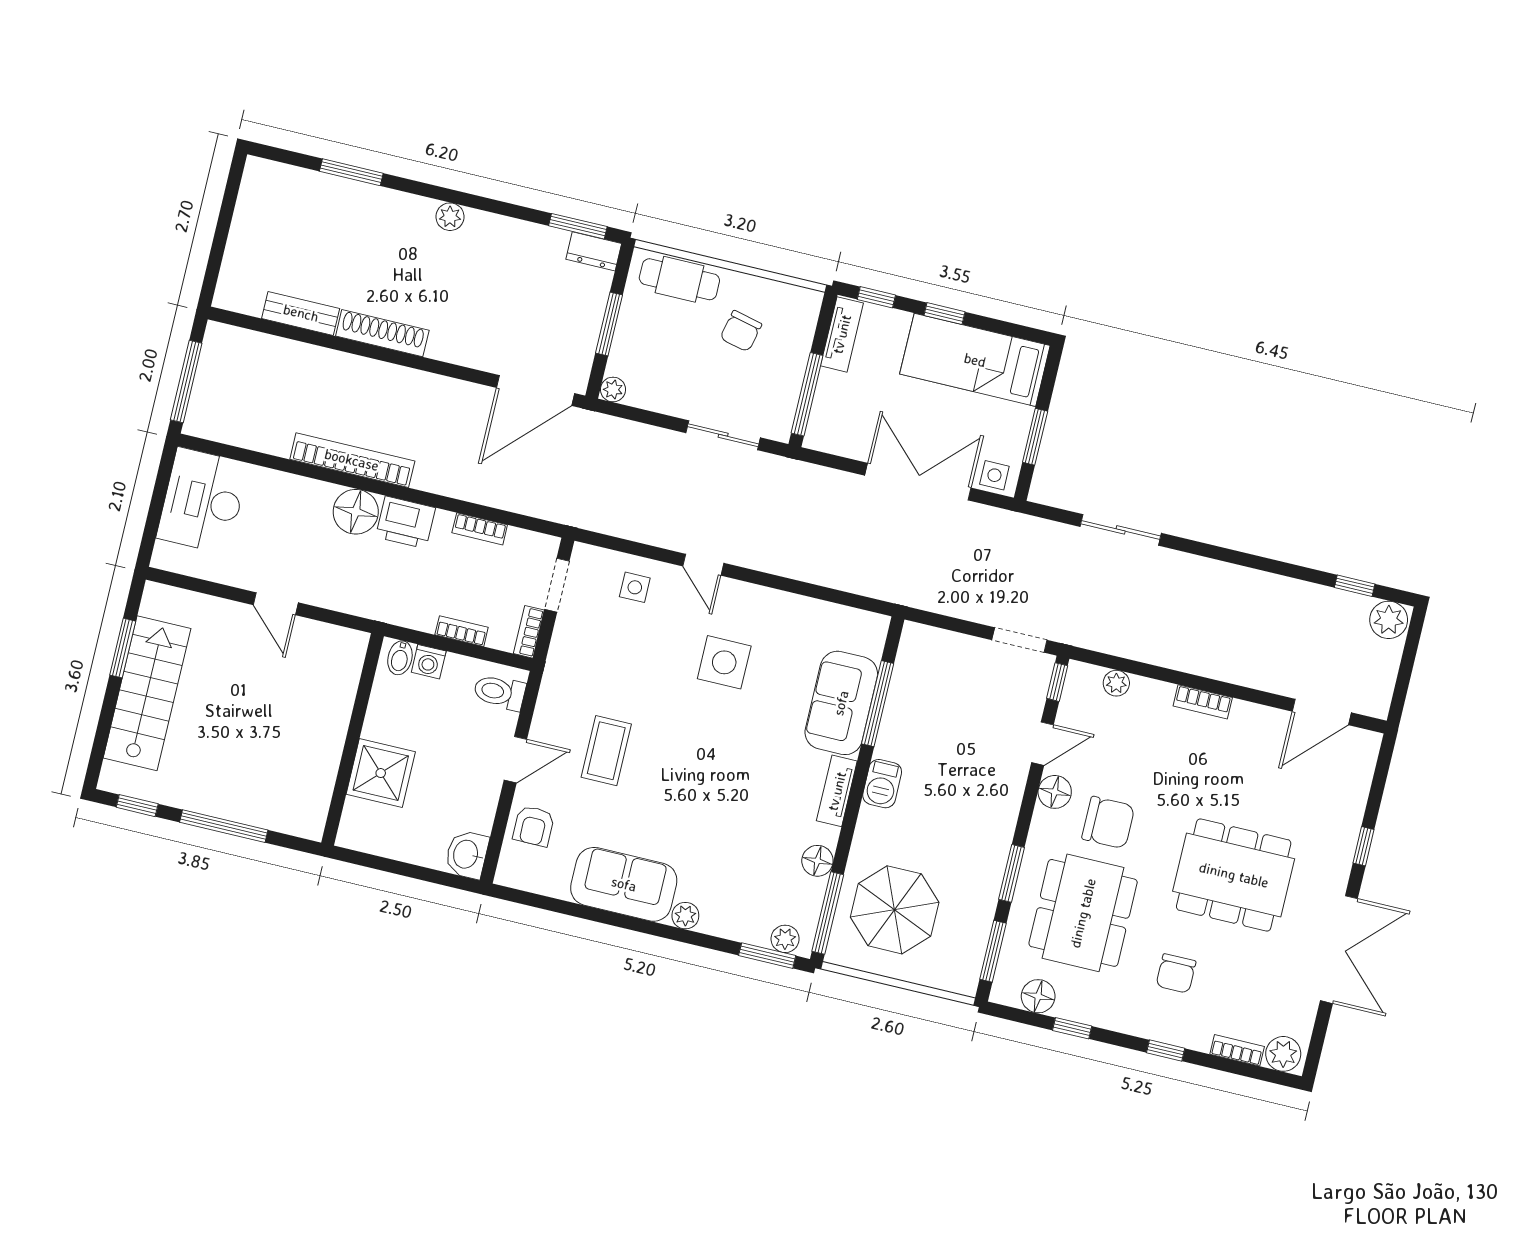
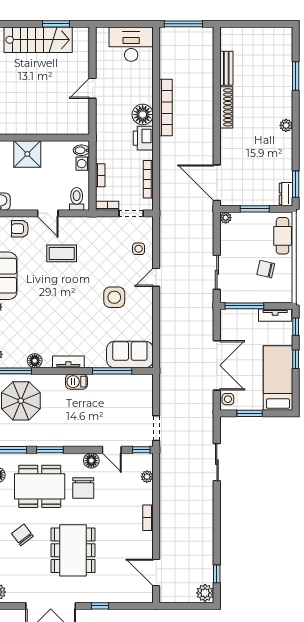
bookcase: (480, 529) -> (148, 179), width x1.56
sofa: (841, 703) -> (130, 355), moved
chair: (1176, 973) -> (22, 535), turned 53

